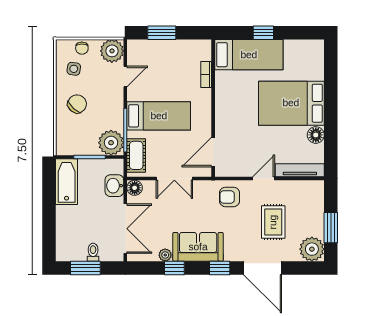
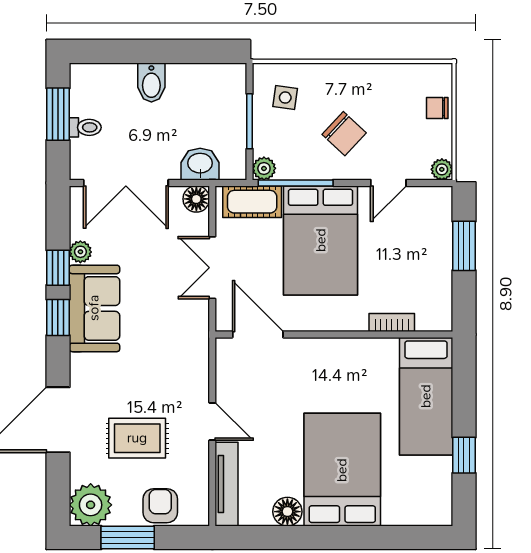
window: (263, 33) -> (464, 455), moved
plant: (112, 51) -> (442, 169), width x0.53, depth x0.53
side table: (74, 69) -> (285, 97), moved
door: (125, 76) -> (388, 183), hinge flipped
chair: (77, 104) -> (344, 134), moved
bed: (159, 116) -> (321, 240), width x1.50
plant: (111, 143) -> (264, 168), width x0.53, depth x0.53
bathtub: (67, 182) -> (207, 82), removed
armchair: (229, 197) -> (160, 506), moved
bidet: (67, 214) -> (151, 83), added
window: (220, 268) -> (58, 317), moved

